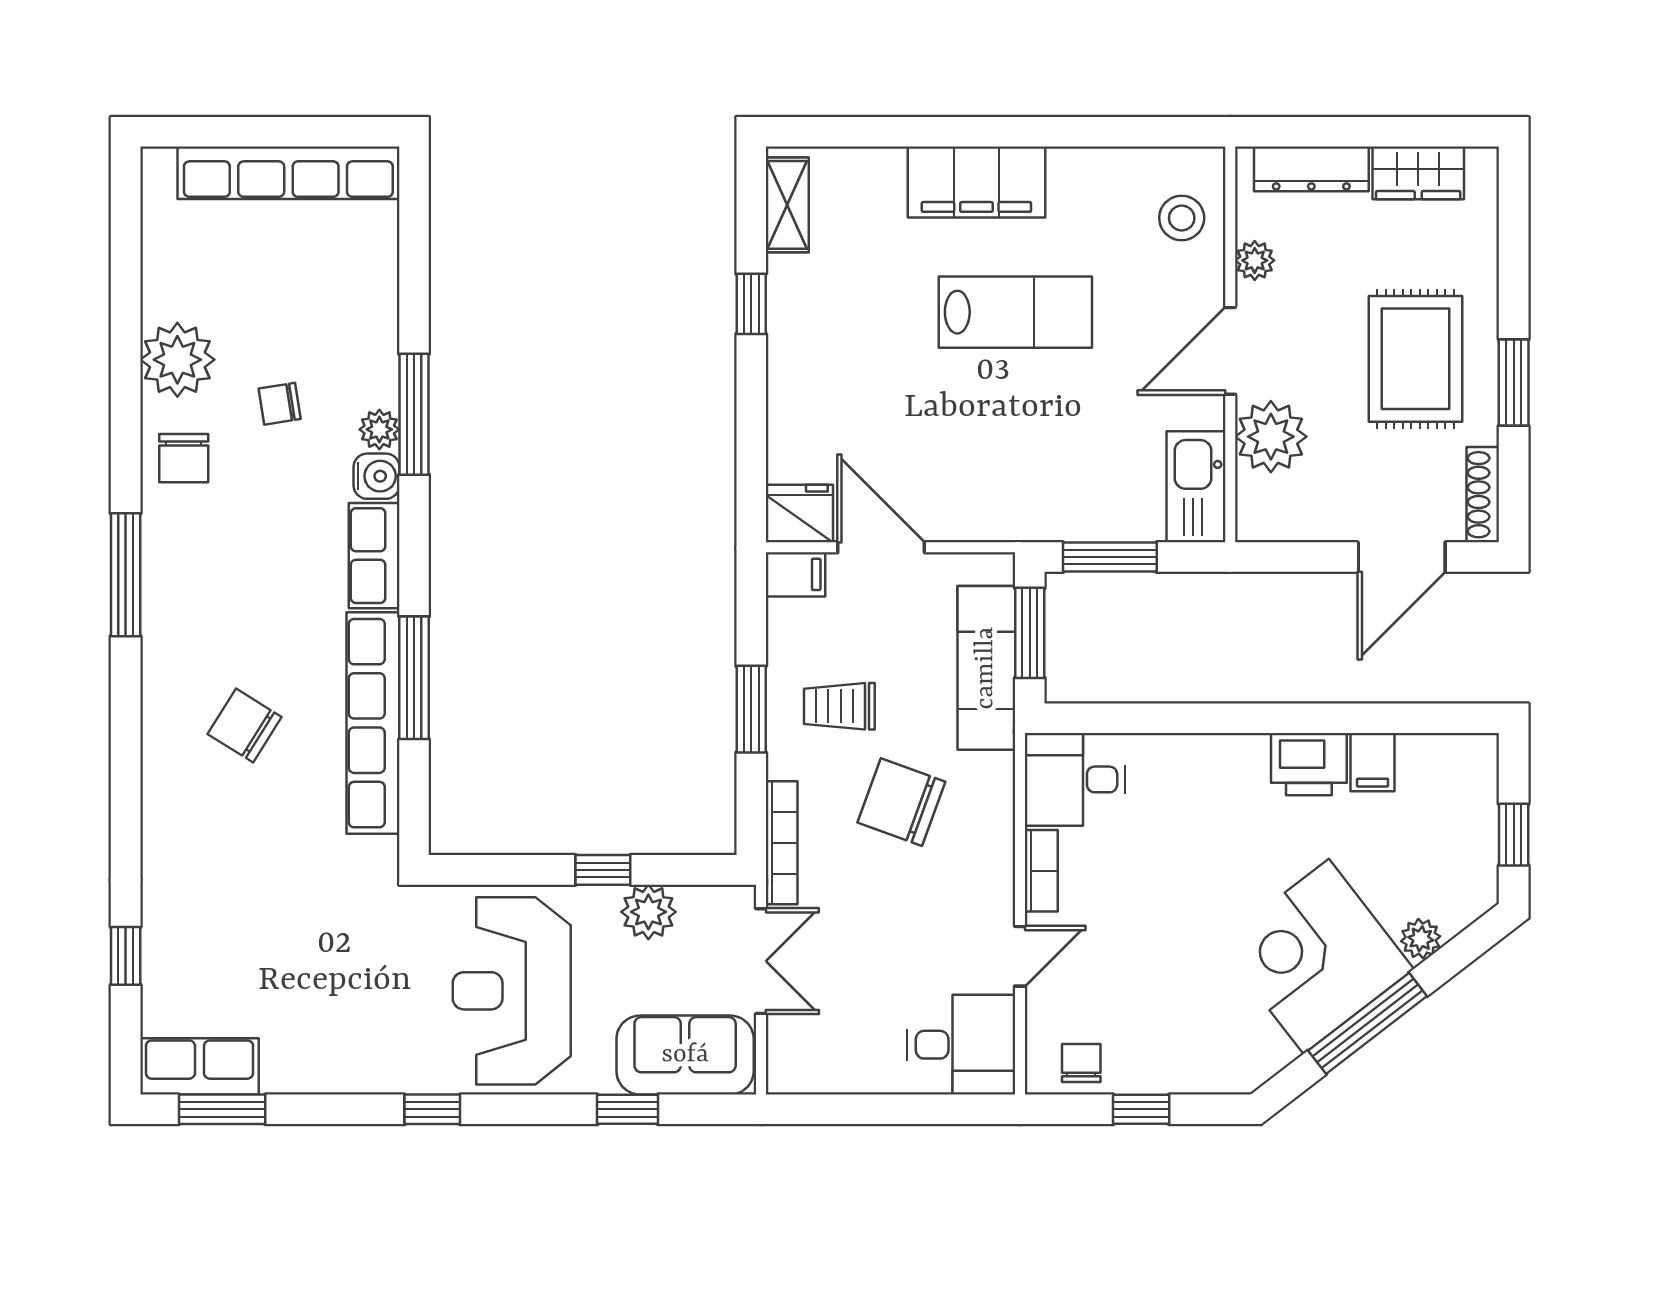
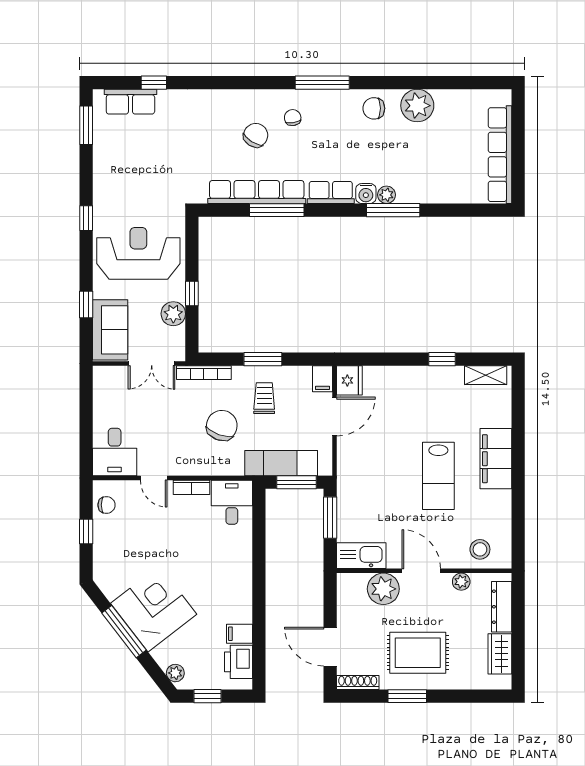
chair: (280, 404) -> (293, 118), moved
printer: (1309, 764) -> (239, 662), moved
plant: (1421, 939) -> (175, 673), moved
row of seats: (199, 1066) -> (130, 102), moved, turned 90

